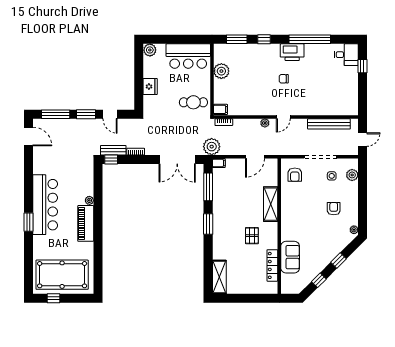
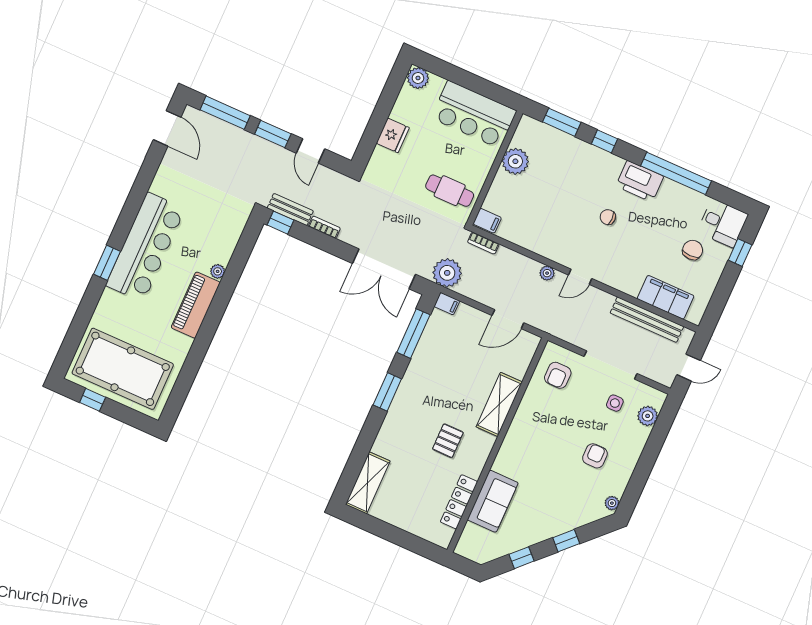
chair: (337, 76) -> (693, 250), added
filing cabinet: (334, 108) -> (666, 297), added

